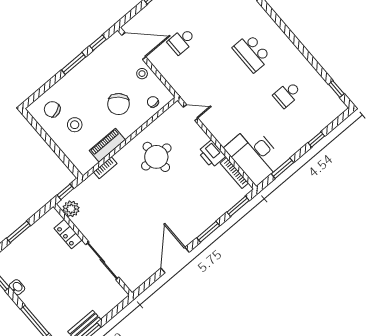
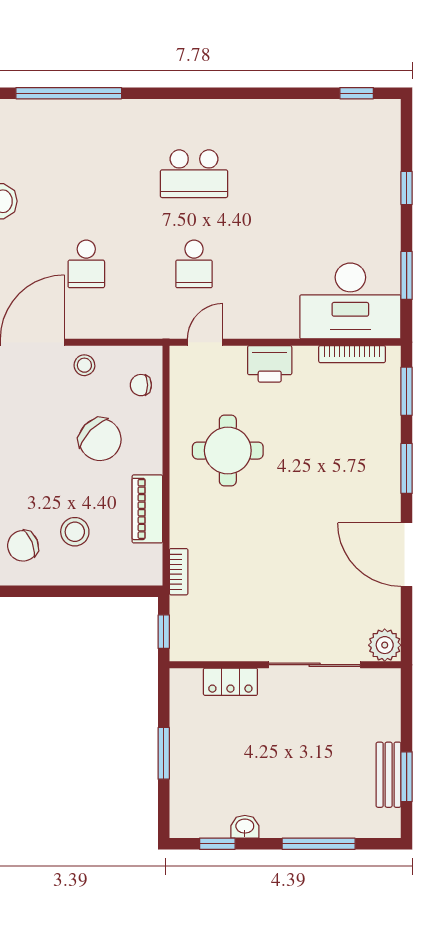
school desk: (287, 94) -> (194, 264), moved
printer: (212, 154) -> (270, 364), moved
bookcase: (105, 168) -> (179, 572), moved
plant: (71, 209) -> (385, 645), moved

